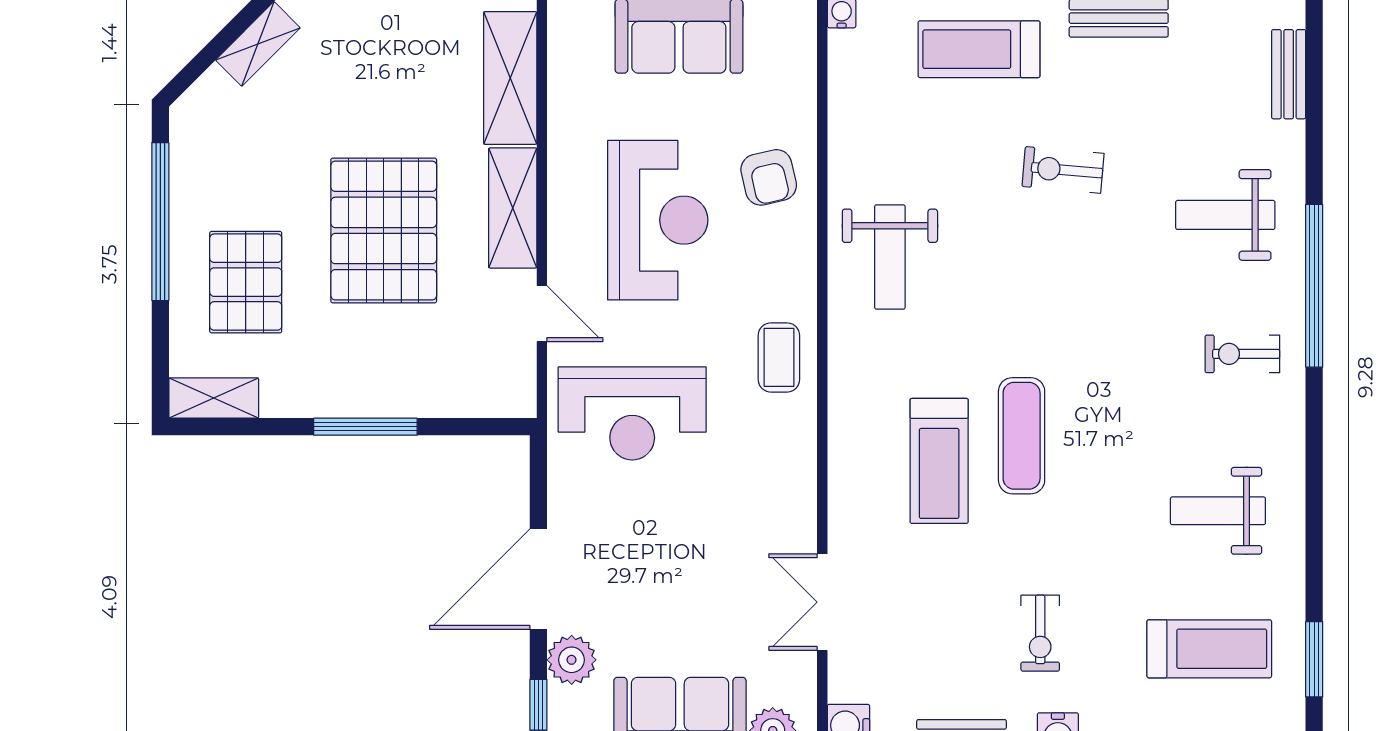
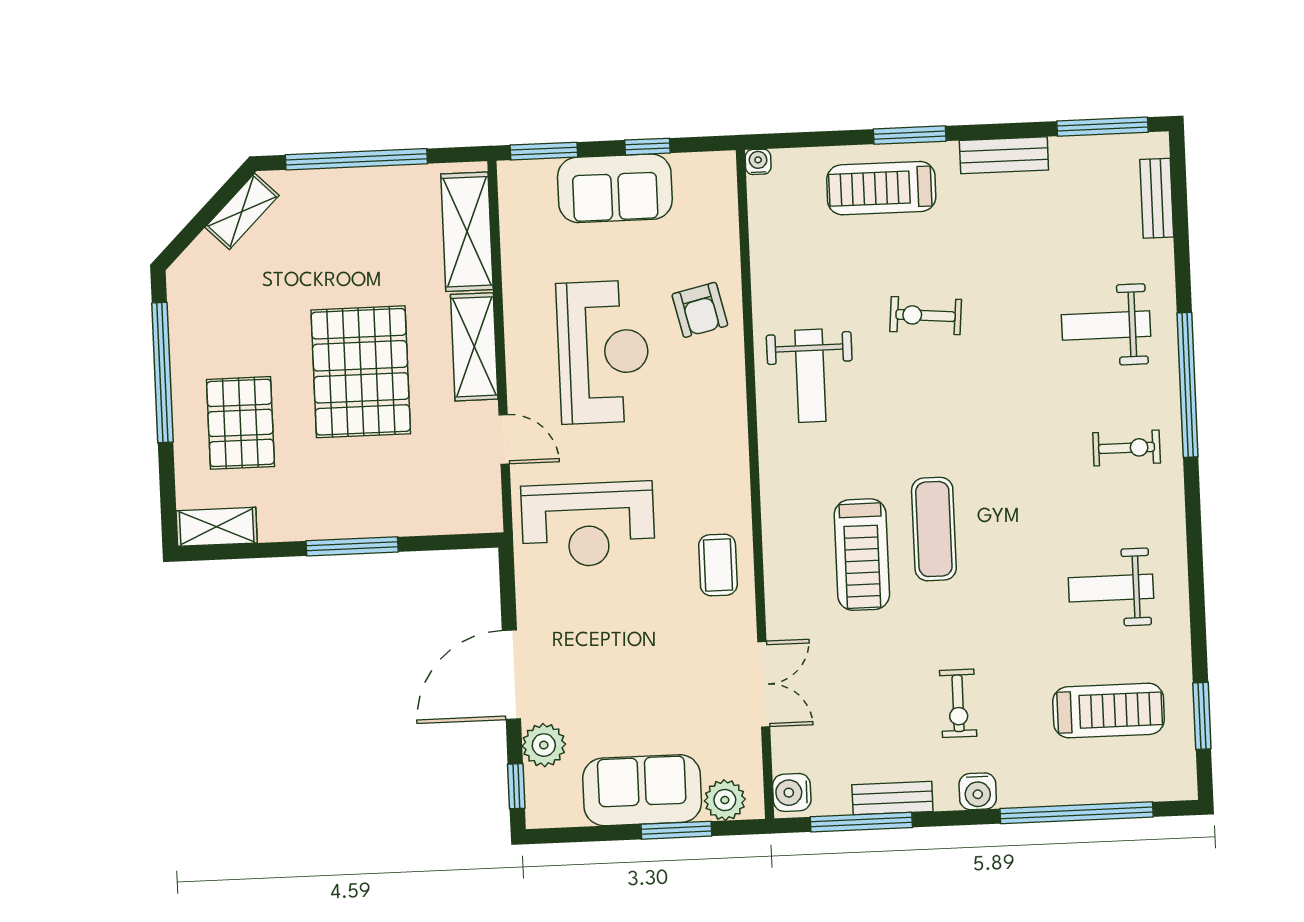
exercise bike: (1063, 170) -> (926, 316), moved
exercise bike: (1242, 354) -> (1127, 448), turned 180
coffee table: (779, 357) -> (718, 565), moved
double door: (822, 602) -> (764, 684), swing flipped

